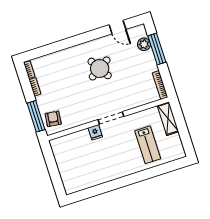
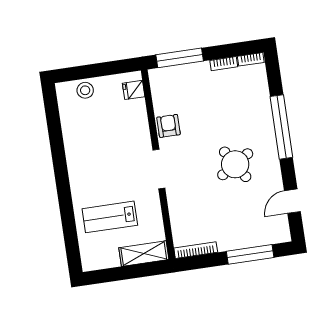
window: (70, 42) -> (281, 127), added
plant: (144, 44) -> (260, 236), removed
armchair: (53, 119) -> (168, 126), moved, turned -97
fridge: (95, 132) -> (134, 90), moved
stool: (67, 175) -> (85, 90), added

